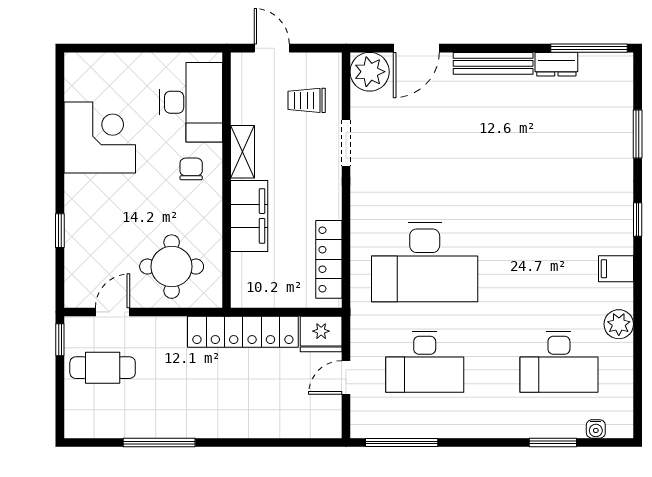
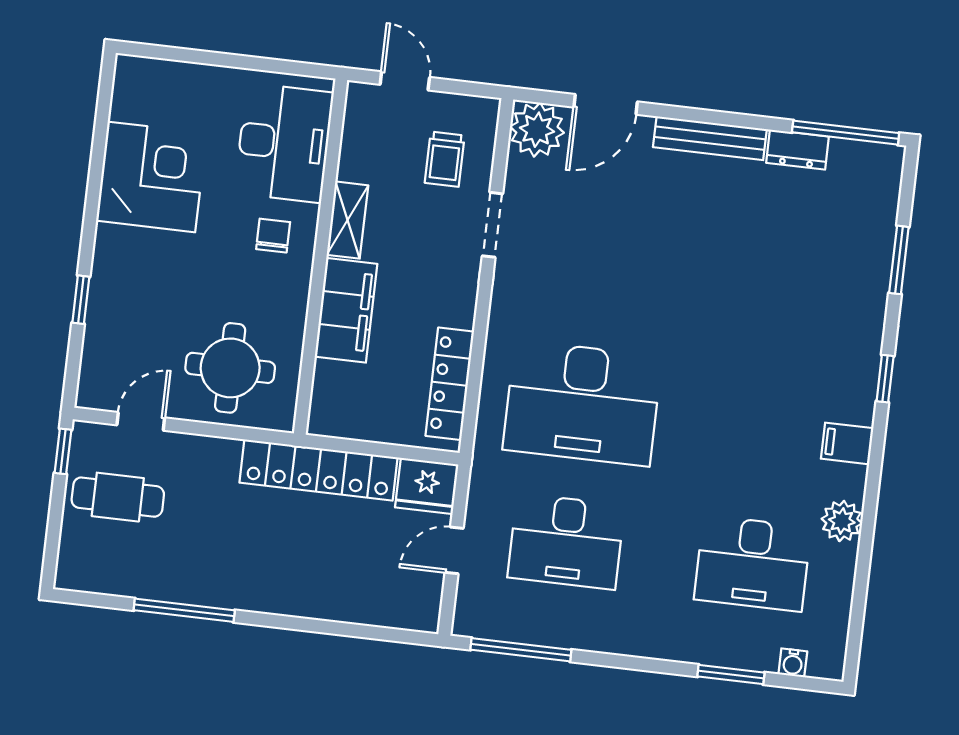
trolley: (307, 100) -> (445, 159), turned -90

